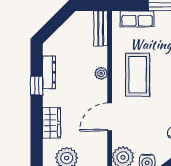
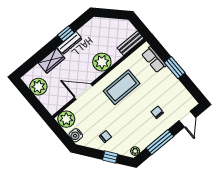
dresser: (49, 72) -> (70, 43), moved
plant: (101, 73) -> (102, 62), width x1.88, depth x1.88

